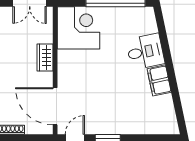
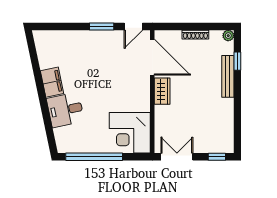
wardrobe: (45, 58) -> (162, 91), moved

